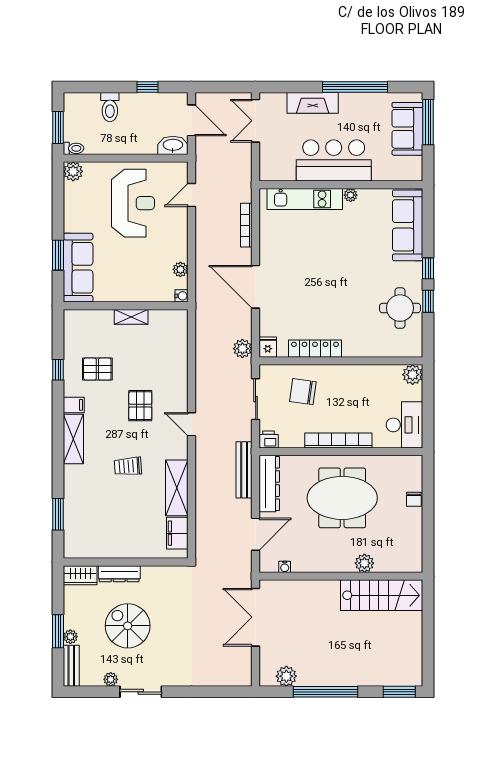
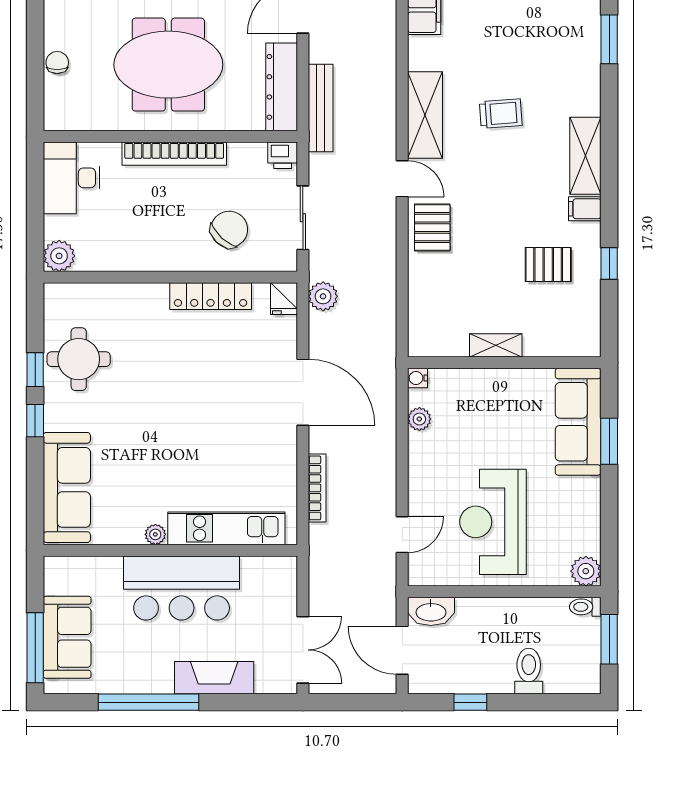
chair: (303, 392) -> (229, 229), turned -55
pallet: (140, 406) -> (432, 228), moved
shelving: (177, 488) -> (425, 115), moved

